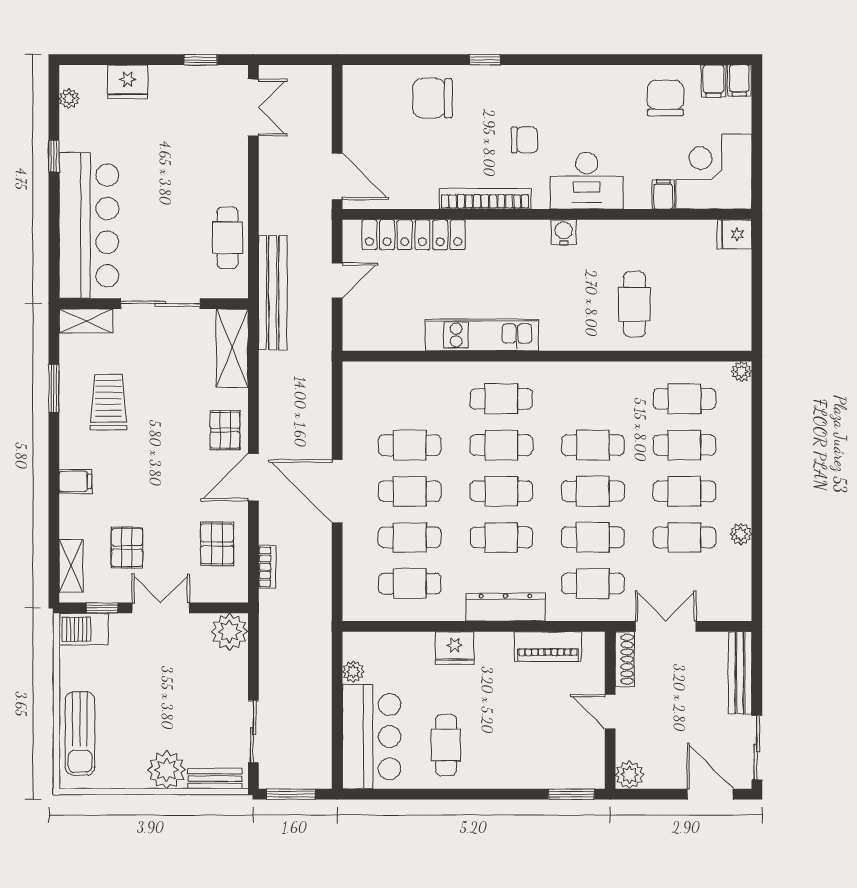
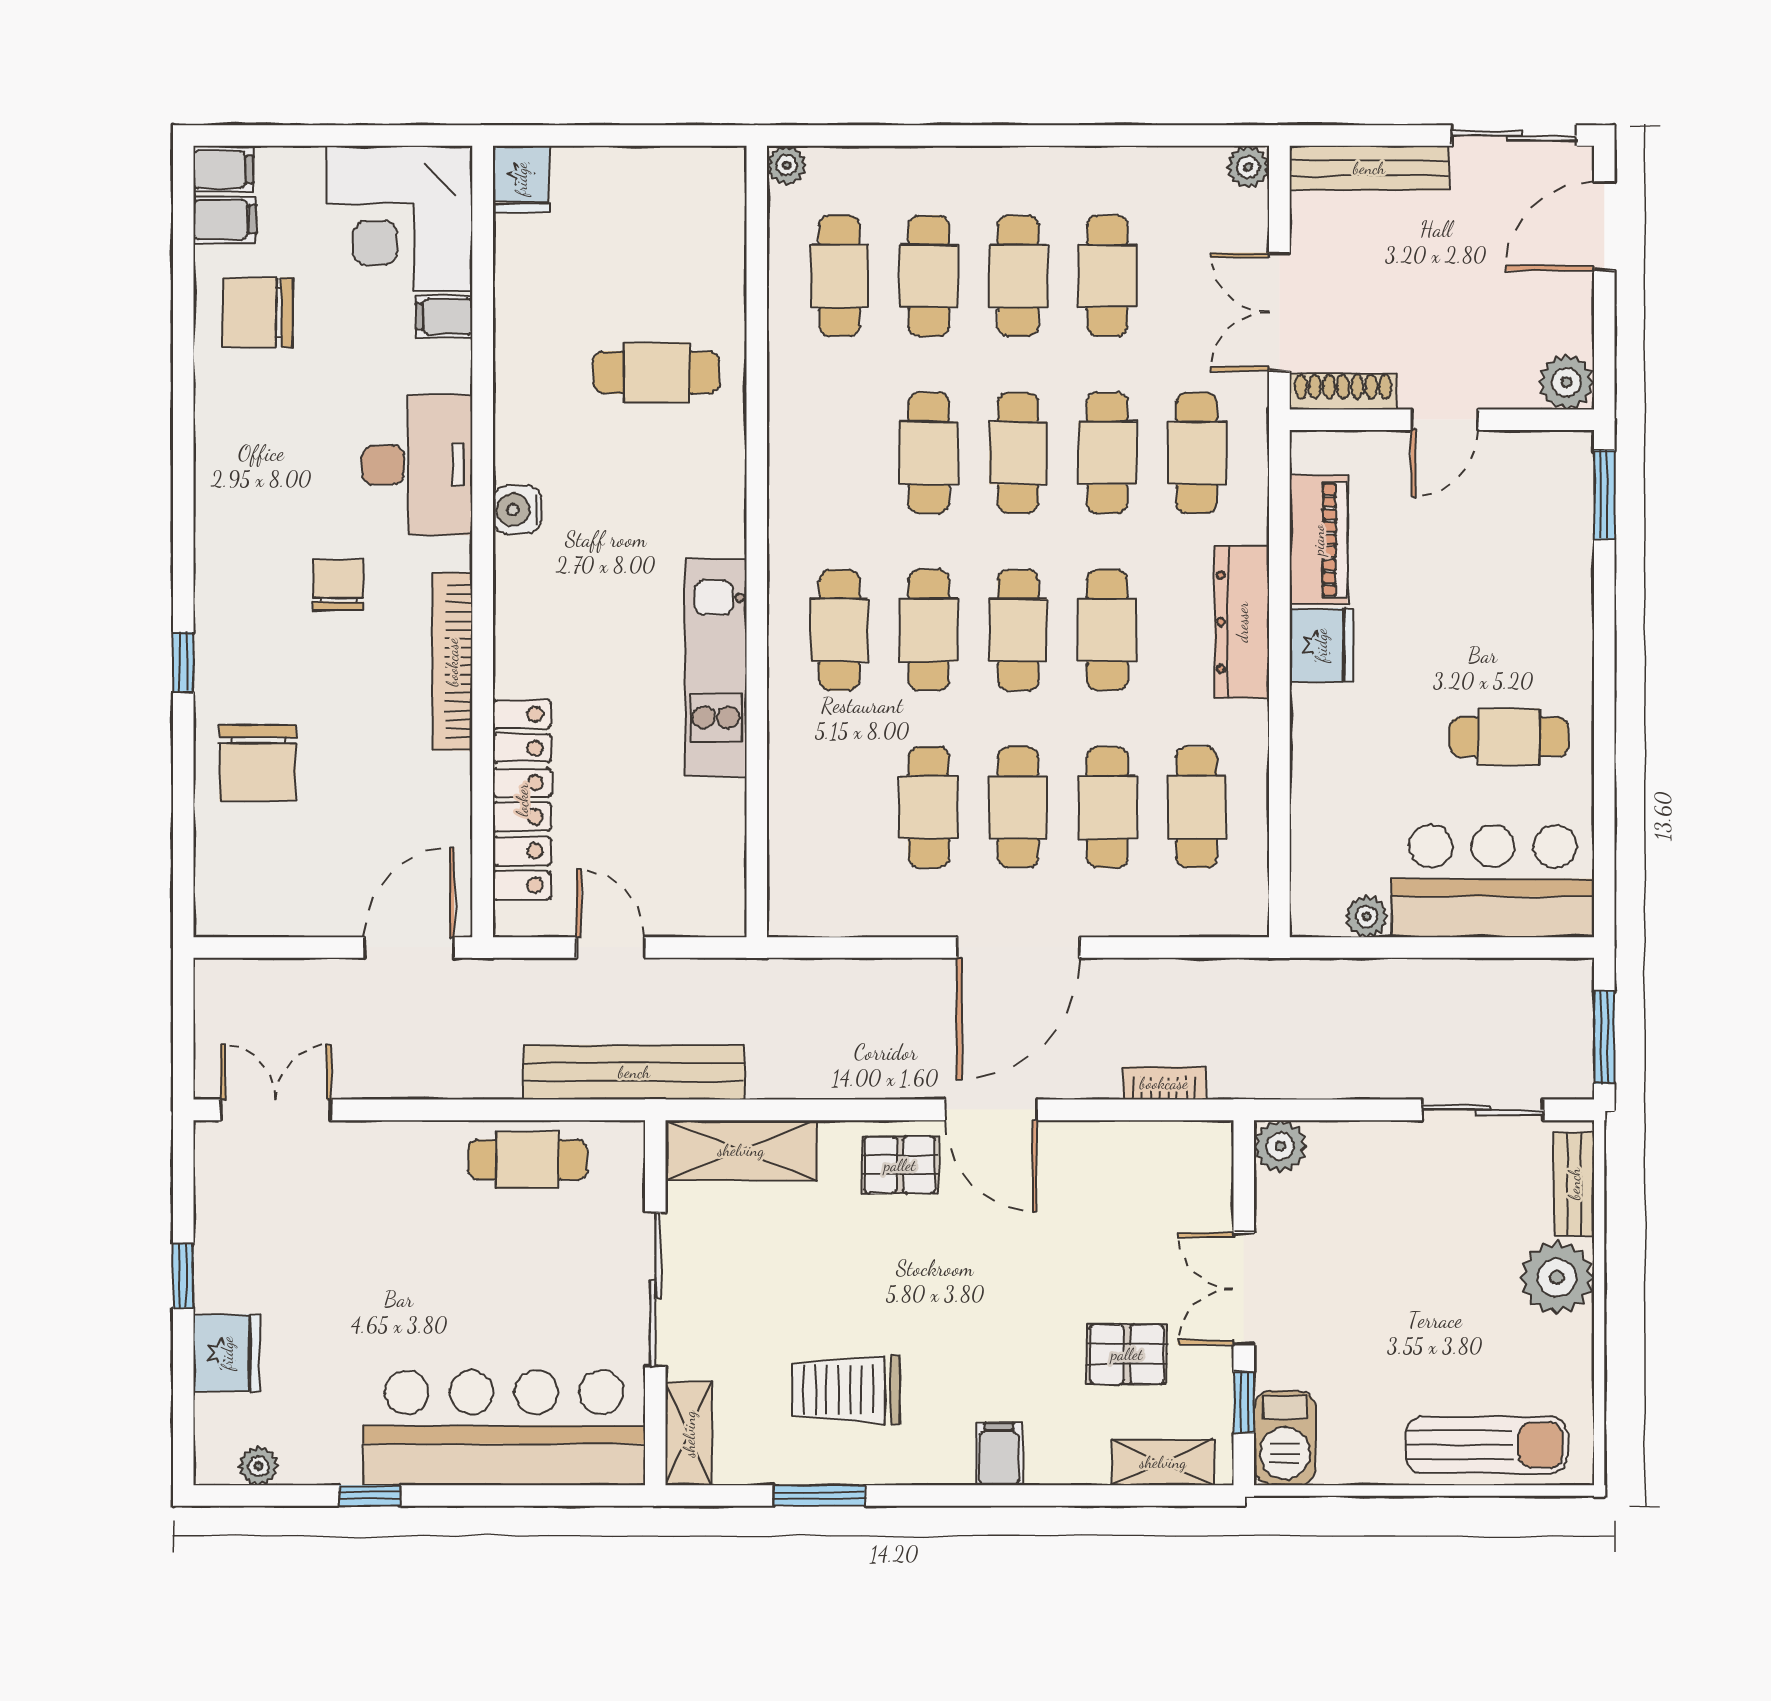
window: (201, 60) -> (183, 1276), moved
plant: (741, 534) -> (1248, 167), moved
pallet: (217, 544) -> (1120, 1180), removed
plant: (230, 632) -> (1280, 1146), width x0.73, depth x0.73
fridge: (455, 648) -> (1321, 645), moved

